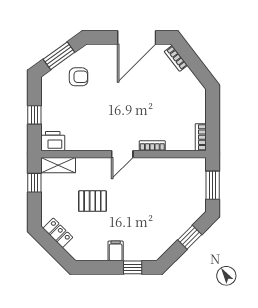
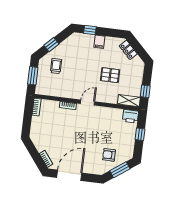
trolley: (178, 205) -> (56, 66), added
locker: (58, 233) -> (128, 50), moved

